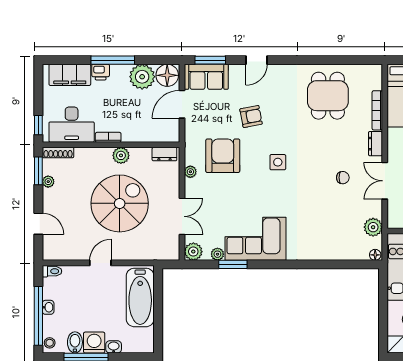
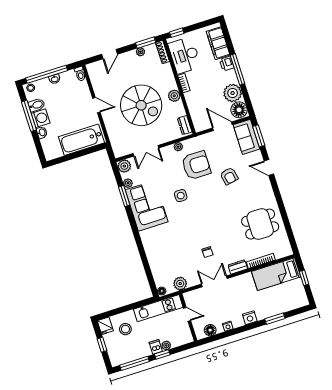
side table: (278, 162) -> (181, 196), moved

